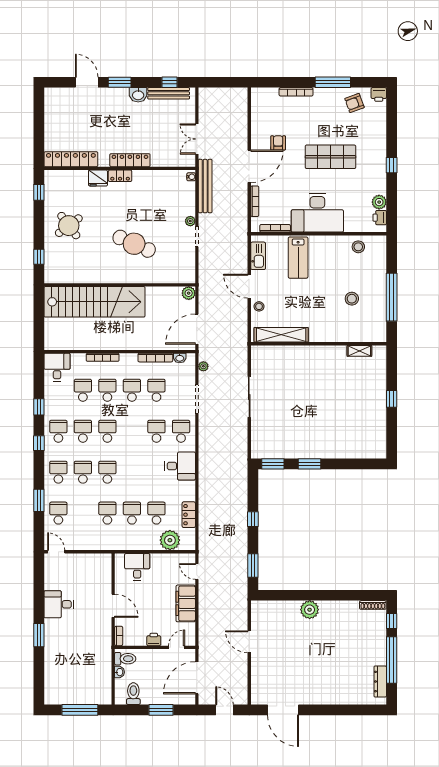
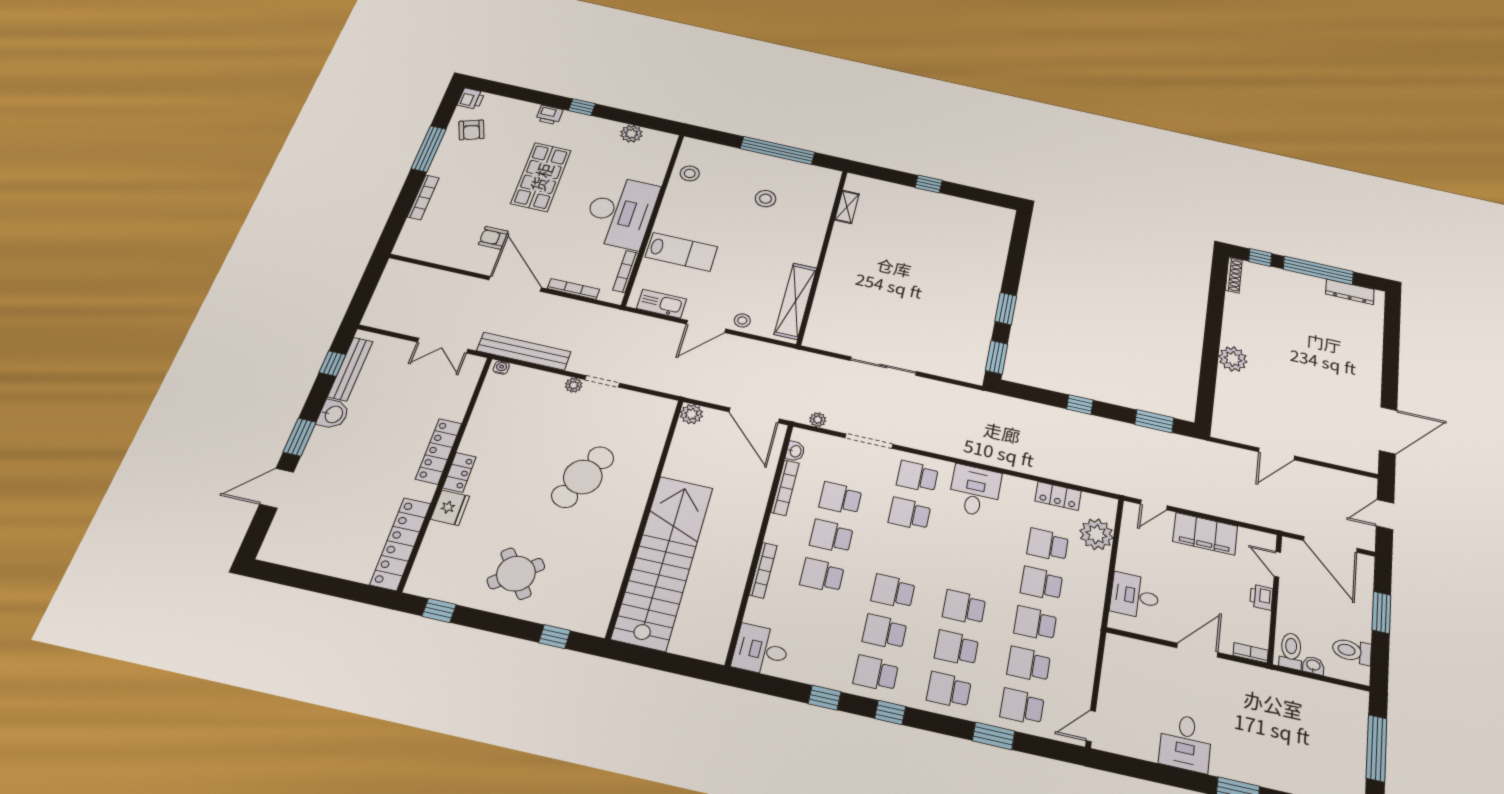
printer: (380, 218) -> (549, 115), moved
school desk: (83, 390) -> (1029, 664), moved

